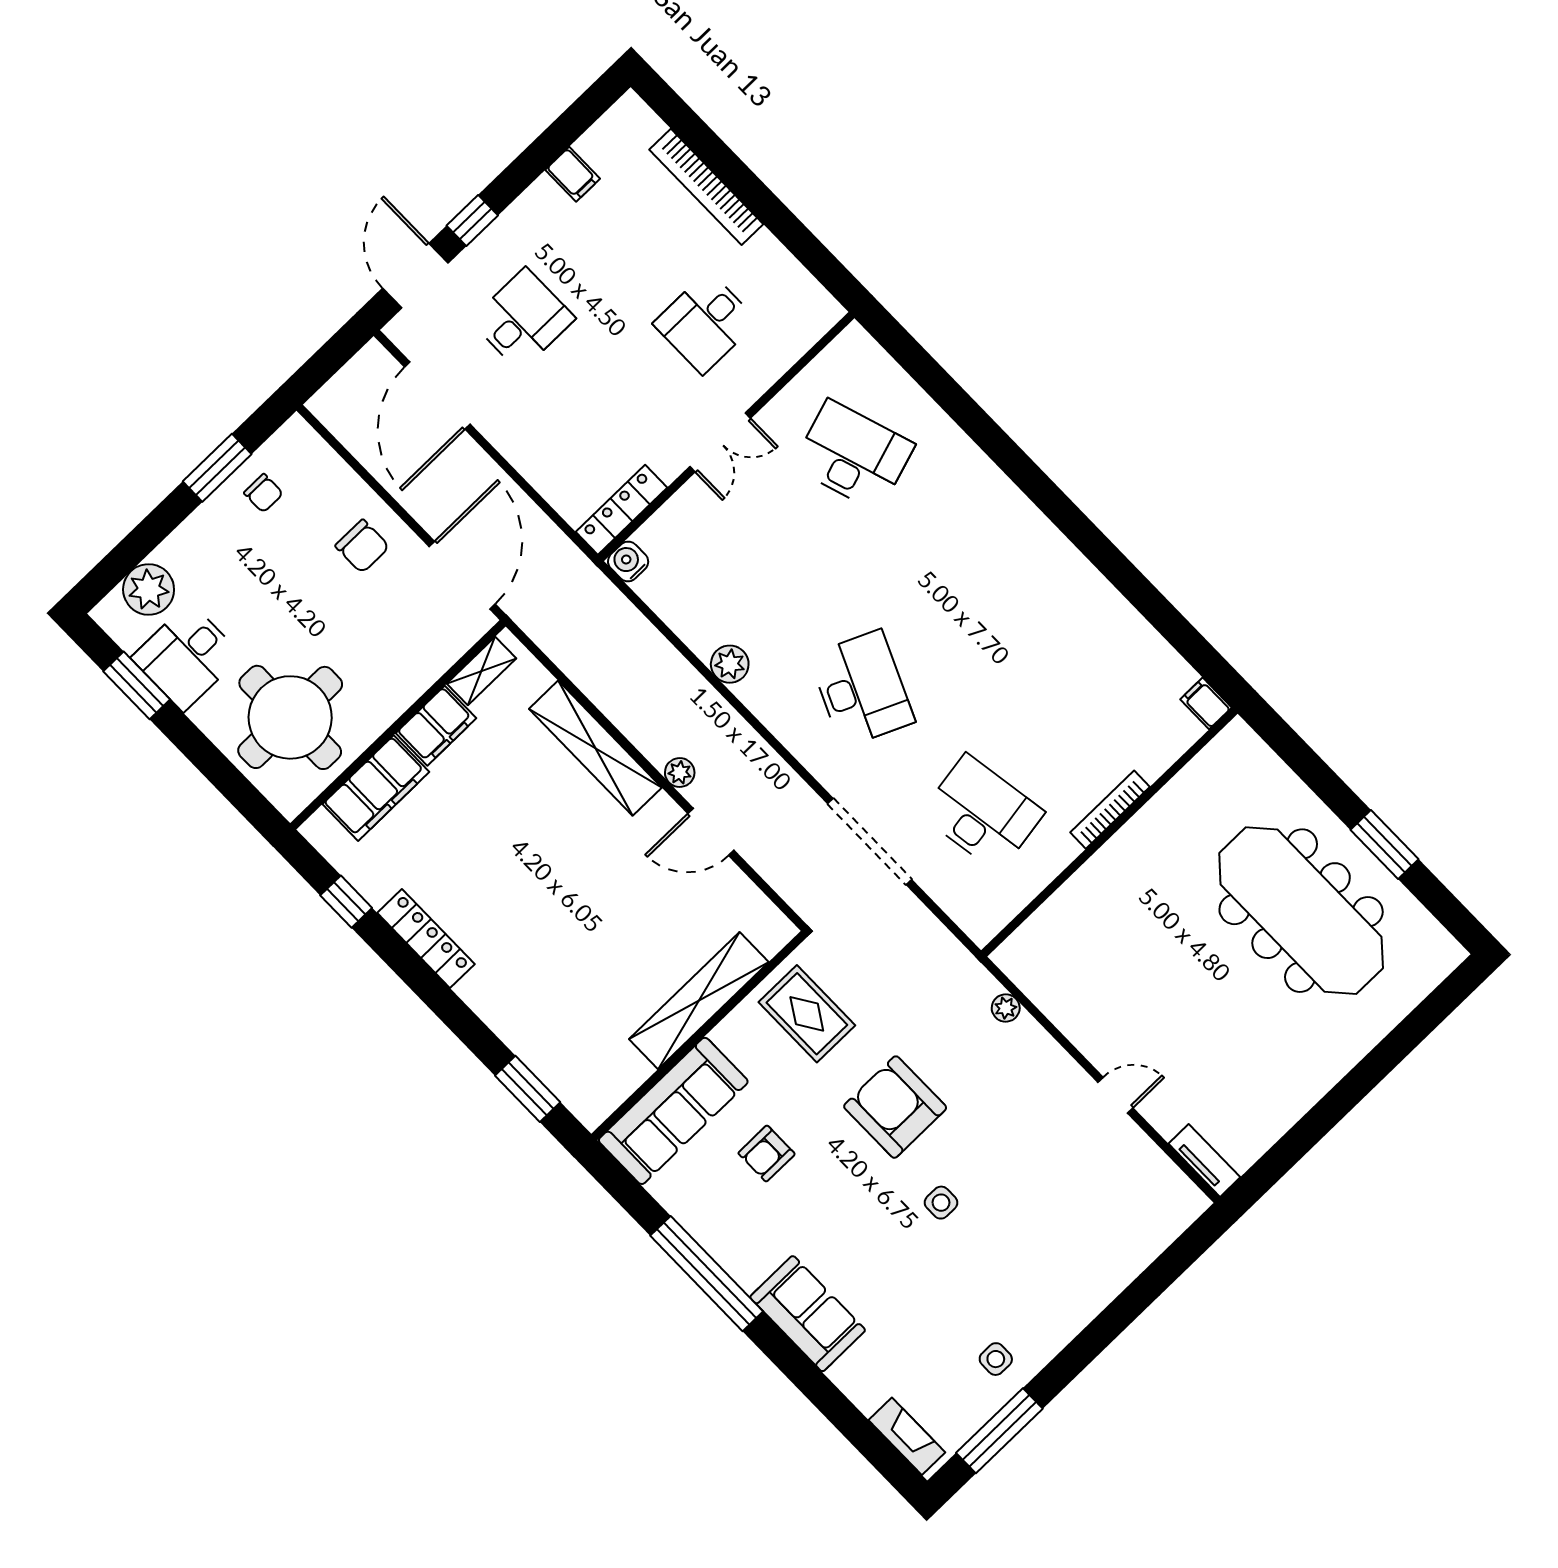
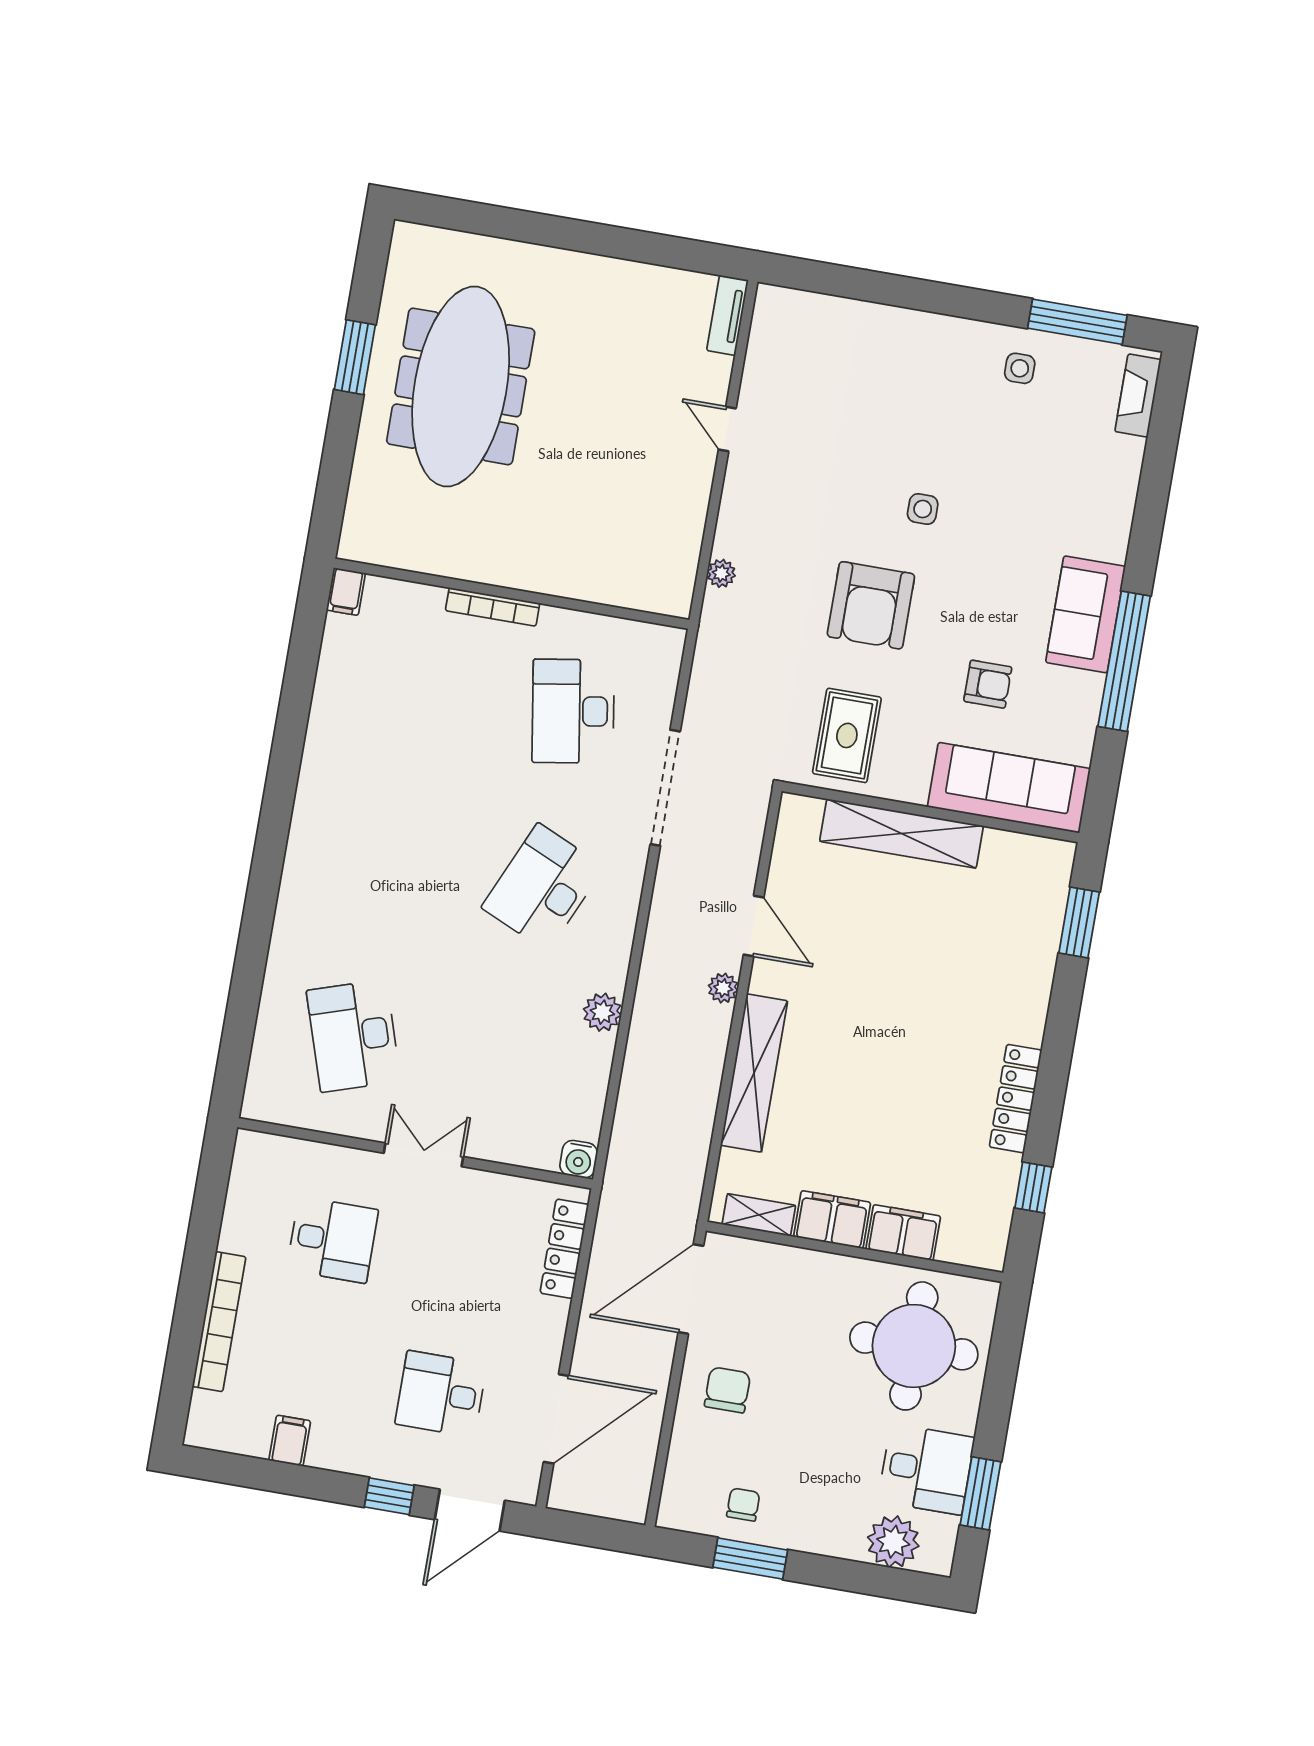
locker: (621, 510) -> (564, 1249), moved, turned 90
filing cabinet: (376, 788) -> (903, 1233), width x0.67, depth x0.86
sofa: (808, 1314) -> (1086, 614), moved

